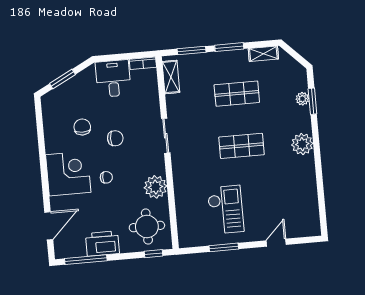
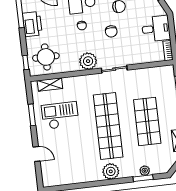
shelving: (171, 77) -> (50, 85), moved
shop shelf: (237, 94) -> (147, 121), width x1.43, depth x1.36
shop shelf: (241, 146) -> (108, 126), width x2.00, depth x1.36
plant: (156, 187) -> (88, 61), moved
checkout: (226, 210) -> (60, 115), turned 180

